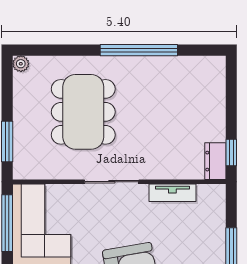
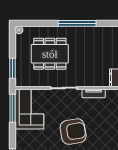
dining table: (83, 112) -> (50, 54), turned 90

